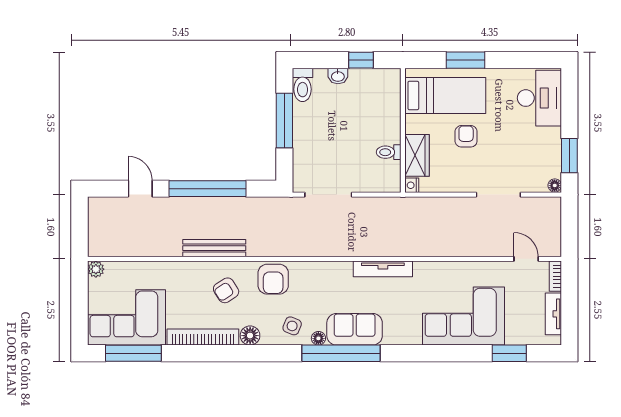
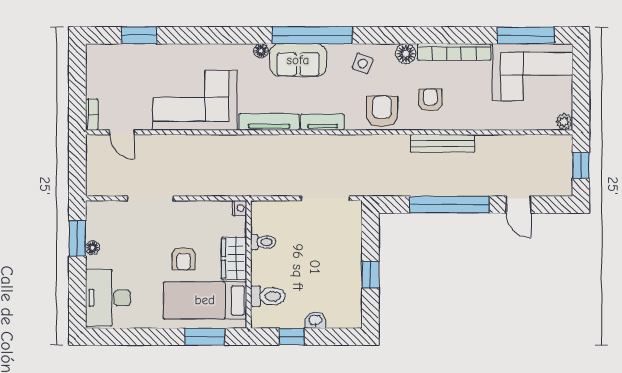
window: (466, 60) -> (205, 337), moved
toilet: (303, 85) -> (268, 296), moved, turned 90
window: (284, 121) -> (370, 275), width x0.46
wardrobe: (417, 155) -> (234, 258), moved
floor lamp: (555, 185) -> (92, 248), moved
window: (80, 226) -> (581, 166), added
armchair: (226, 290) -> (430, 100), turned -57
tv unit: (553, 314) -> (323, 122), moved, turned -90
corner sofa: (463, 316) -> (195, 100), moved, turned 180
floor lamp: (318, 338) -> (261, 51), moved

